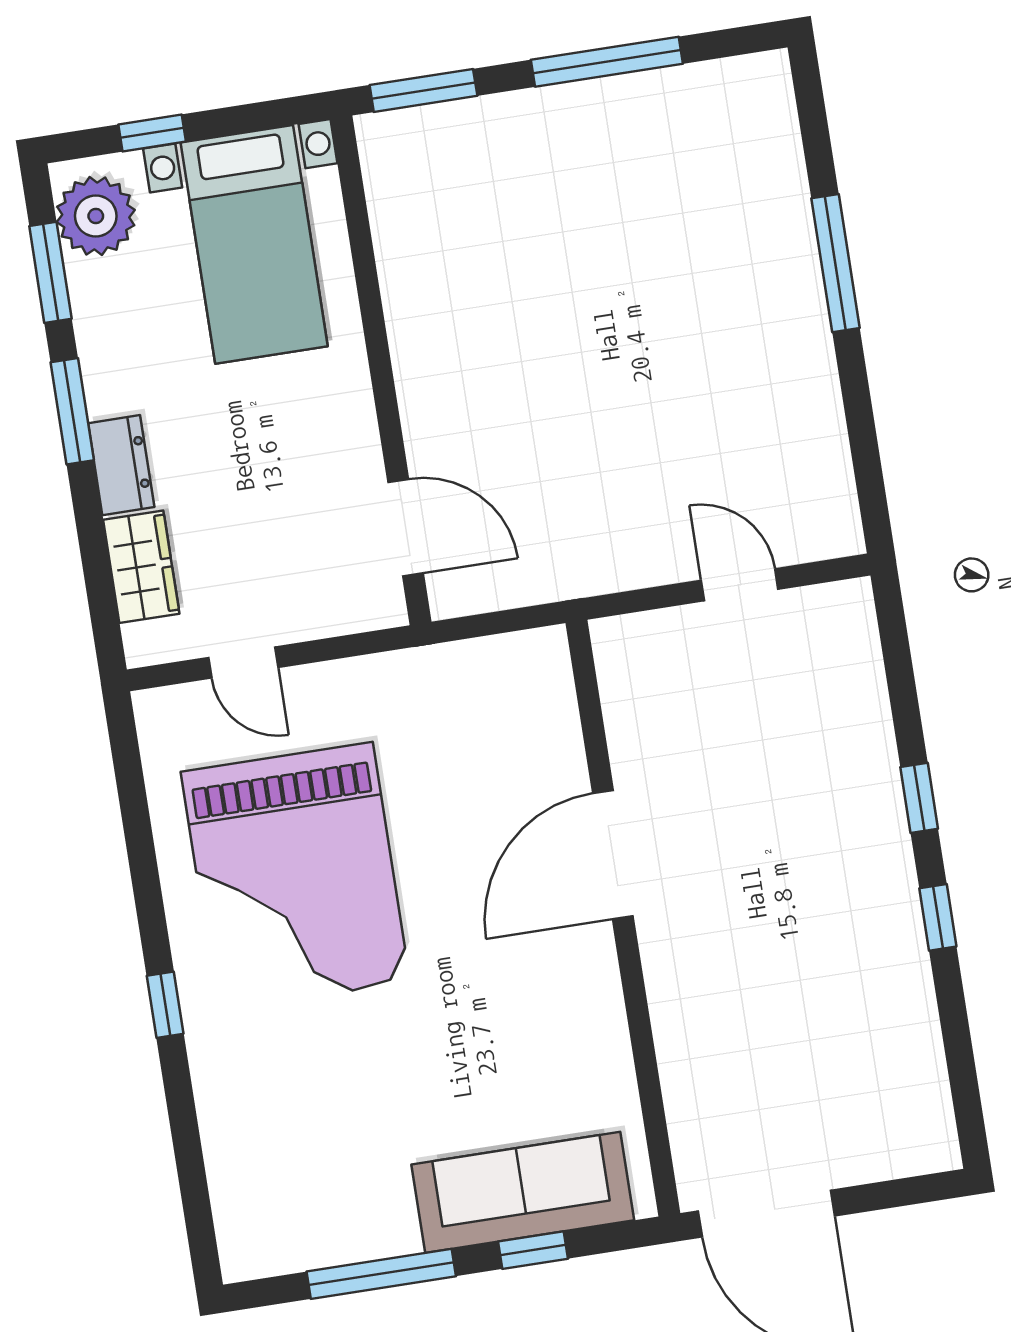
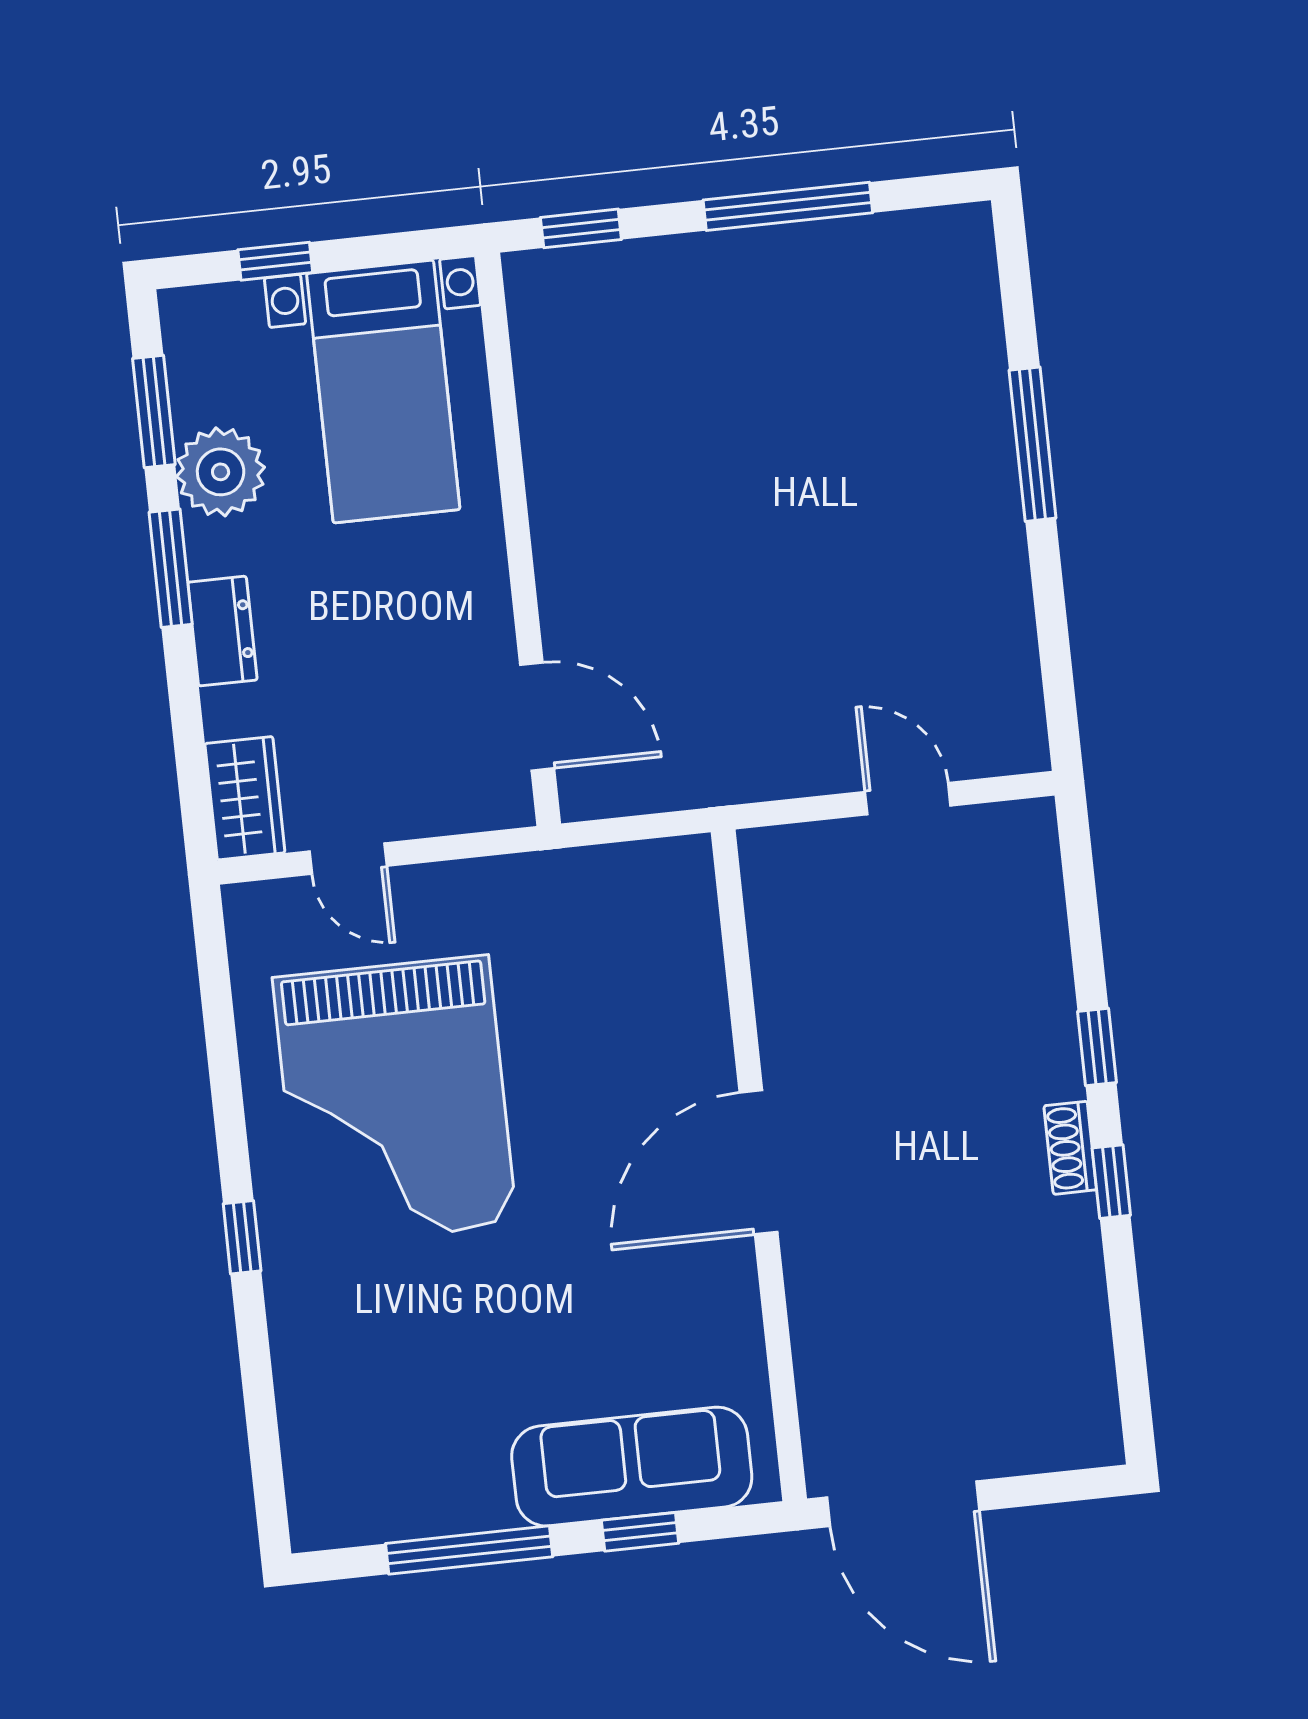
window: (423, 90) -> (581, 228), width x0.67
plant: (96, 216) -> (221, 472), moved
wardrobe: (141, 567) -> (245, 798), moved
door: (613, 855) -> (759, 1162), moved
shoe rack: (900, 889) -> (1070, 1148), added

